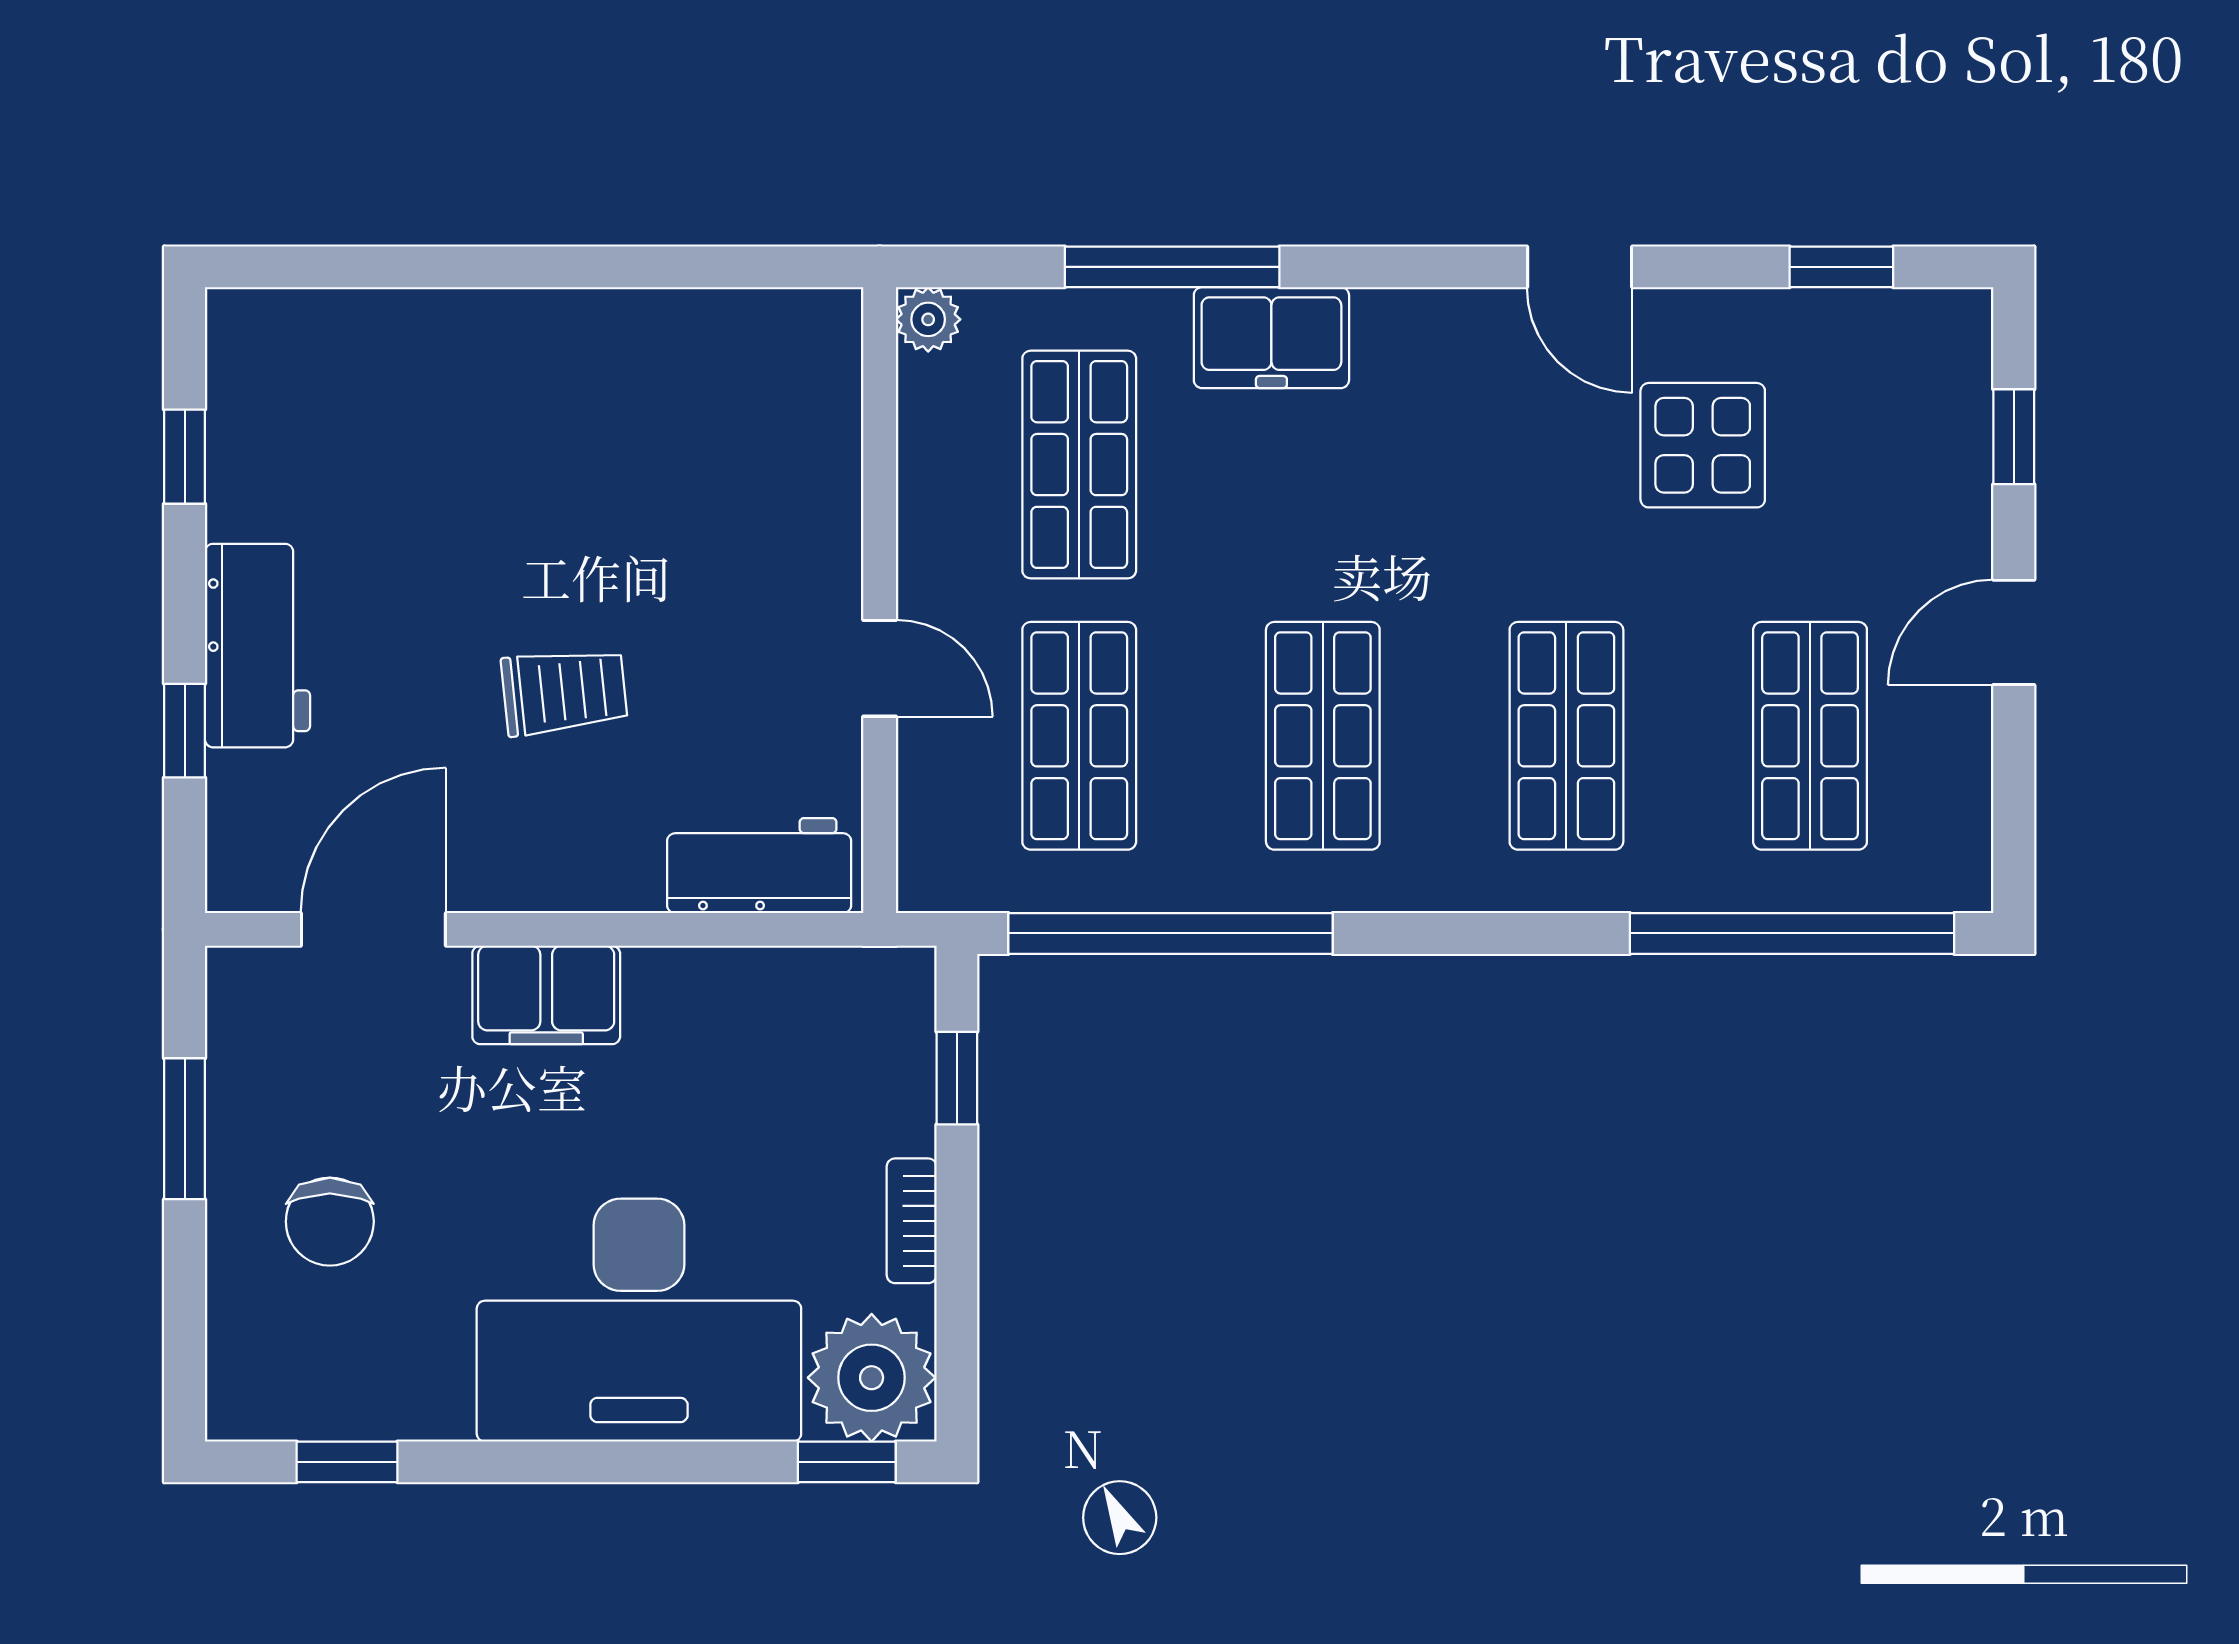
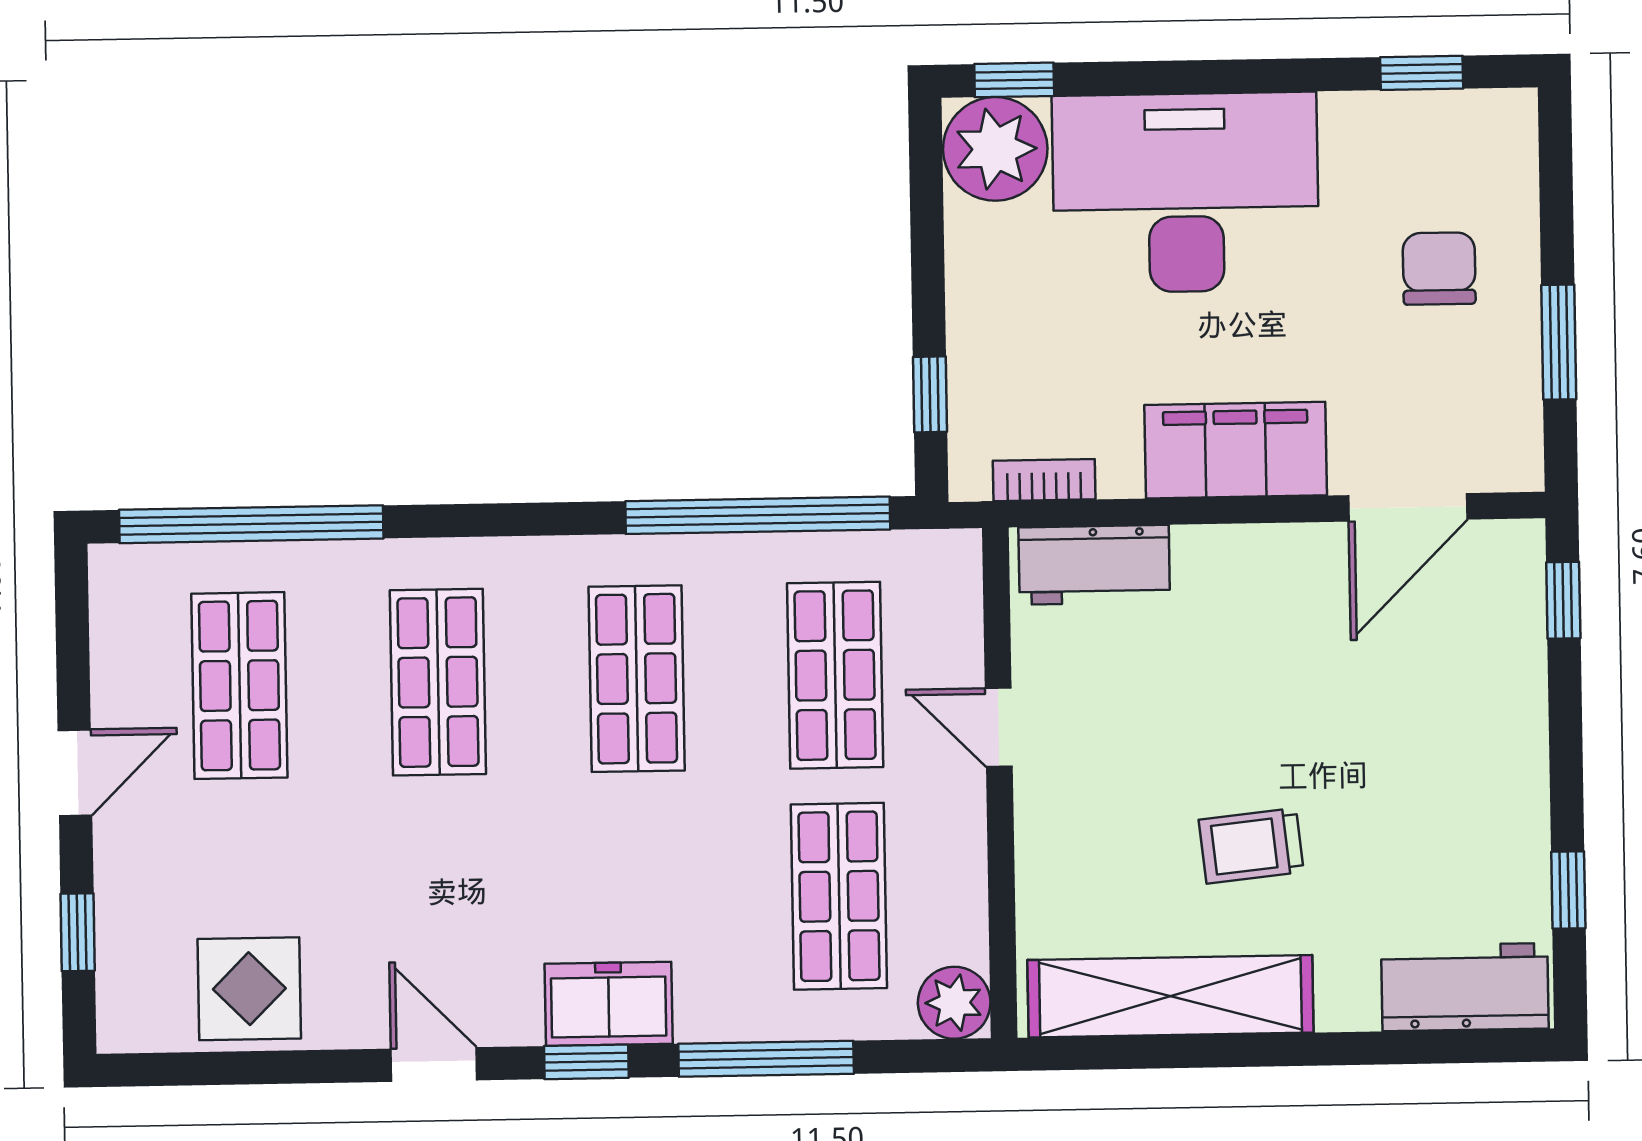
window: (1841, 267) -> (586, 1062), moved
plant: (928, 319) -> (954, 1003), width x1.38, depth x1.38
shelving: (675, 335) -> (1170, 996), added
freezer: (1271, 338) -> (609, 1004), moved
display table: (1703, 445) -> (249, 989), moved
workbench: (257, 646) -> (1465, 987), moved, turned 90
trolley: (564, 692) -> (1251, 846), moved
window: (185, 731) -> (1563, 600), moved
filing cabinet: (546, 995) -> (1236, 450), width x1.50, depth x1.17
bookcase: (912, 1221) -> (1044, 480), moved, turned -90

